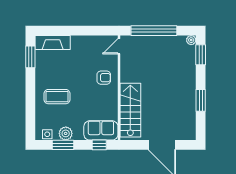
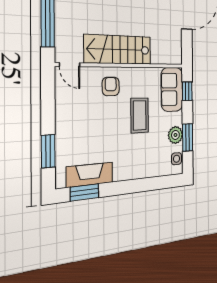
window: (61, 31) -> (48, 151), added
fireplace: (53, 42) -> (90, 175), moved, turned -90
coffee table: (57, 97) -> (140, 115), moved
stairs: (130, 110) -> (118, 50), moved

